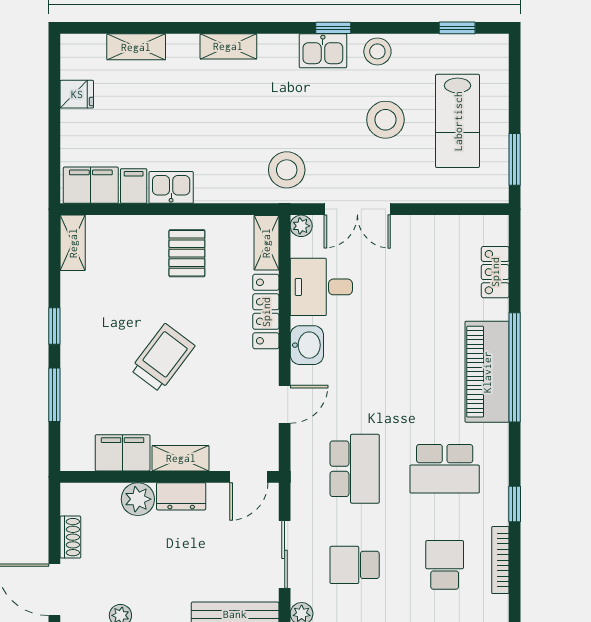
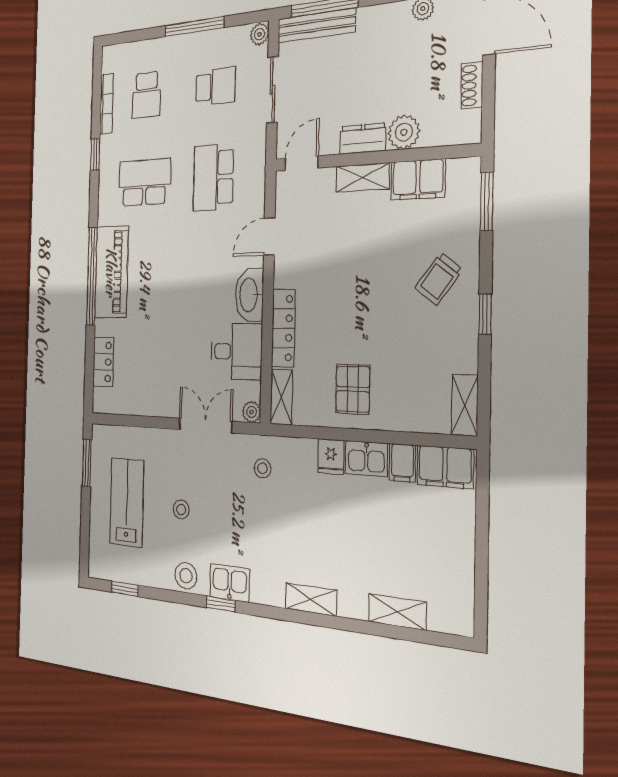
fridge: (77, 94) -> (331, 457), moved, turned -90
stool: (385, 120) -> (181, 509), width x0.53, depth x0.53
stool: (287, 170) -> (263, 468), width x0.53, depth x0.53
washbasin: (307, 345) -> (249, 295), width x1.38
trolley: (163, 358) -> (439, 279), moved, width x0.73, depth x0.72
window: (54, 395) -> (487, 201), moved

